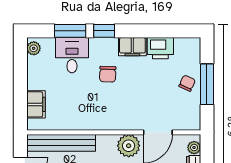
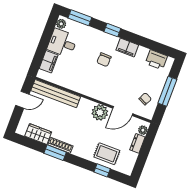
window: (70, 31) -> (80, 18), moved
printer: (160, 48) -> (156, 60), moved
desk: (72, 55) -> (62, 43), moved, turned -90
chair: (187, 83) -> (145, 99), moved

